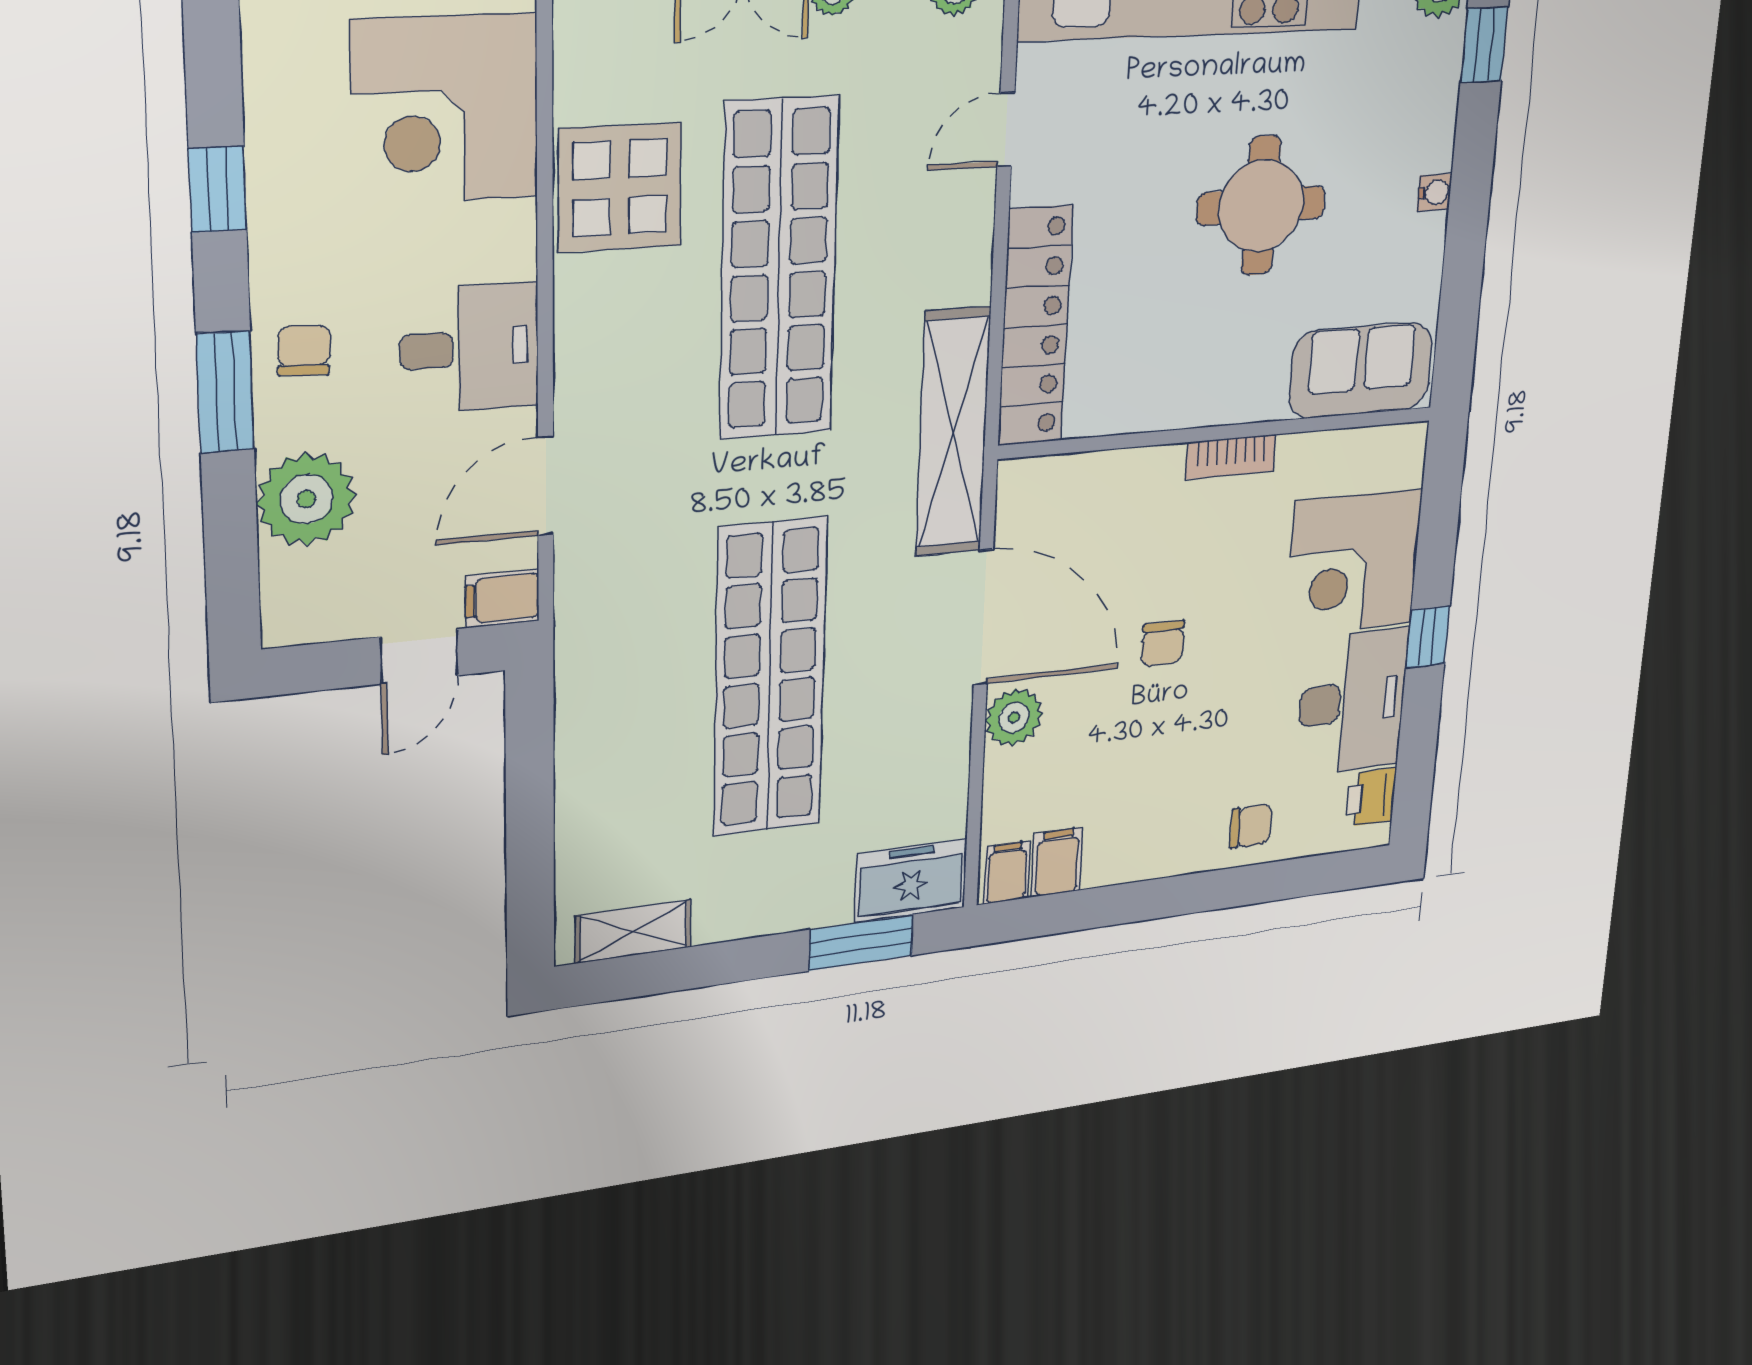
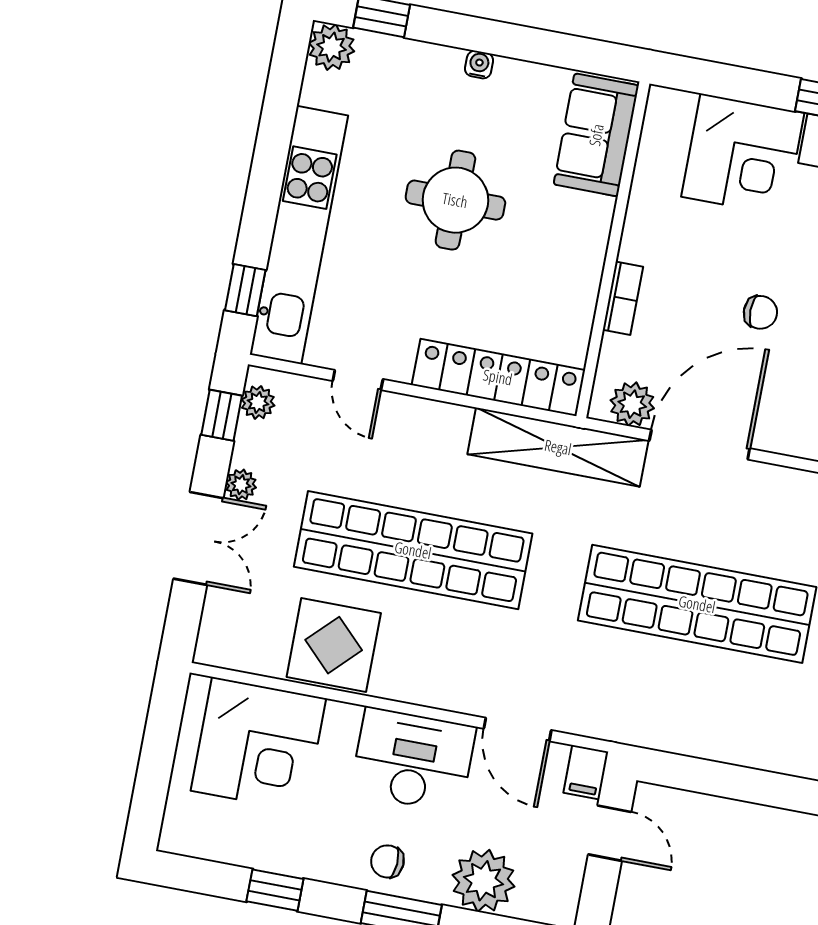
desk: (469, 348) -> (413, 760), width x1.37
bookcase: (1231, 457) -> (623, 298), moved
plant: (1014, 717) -> (632, 404), moved

